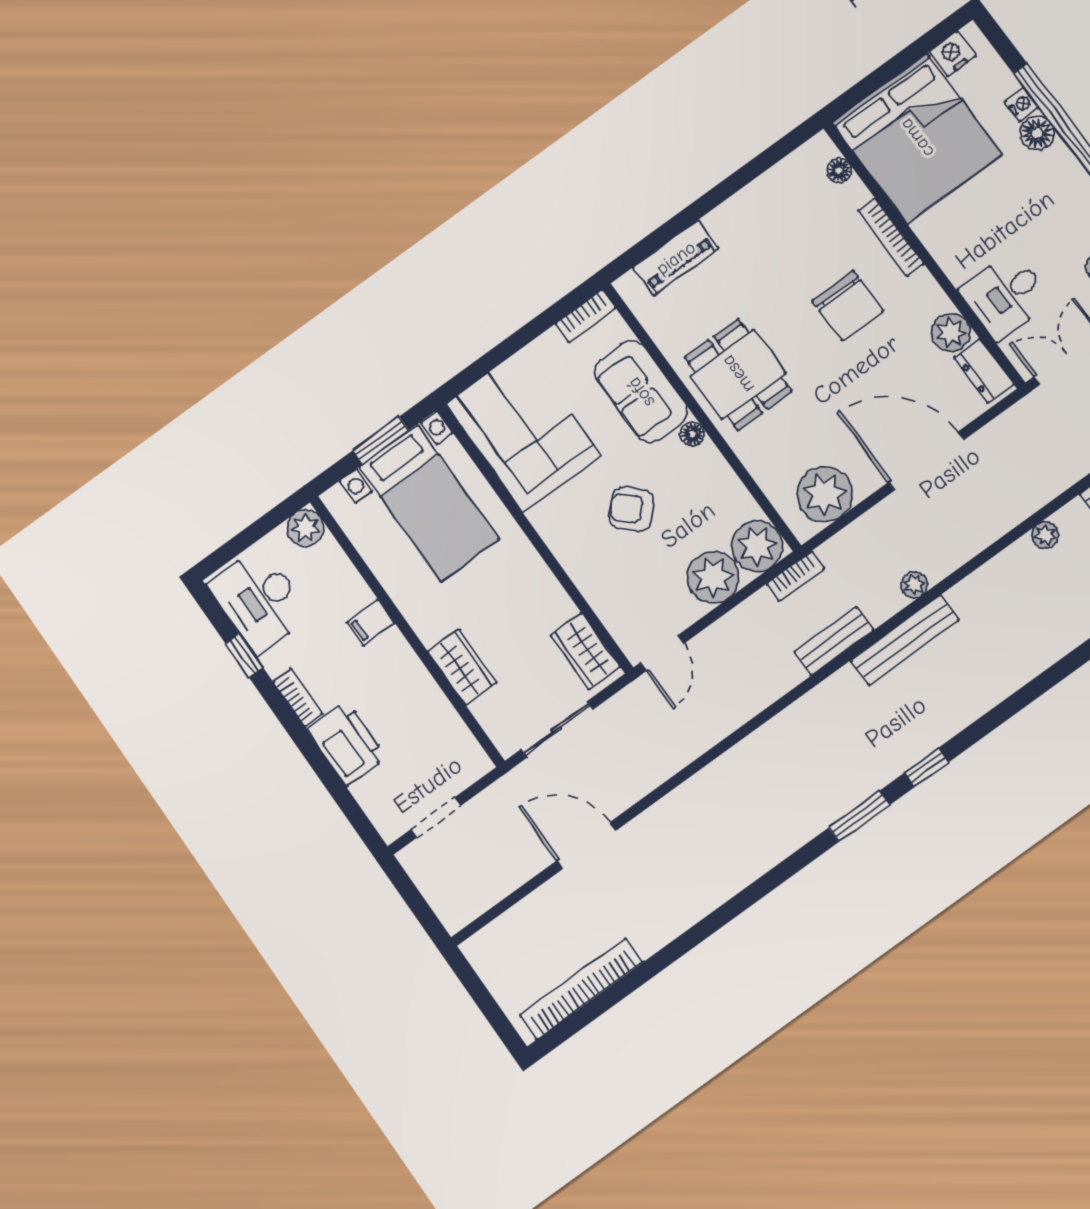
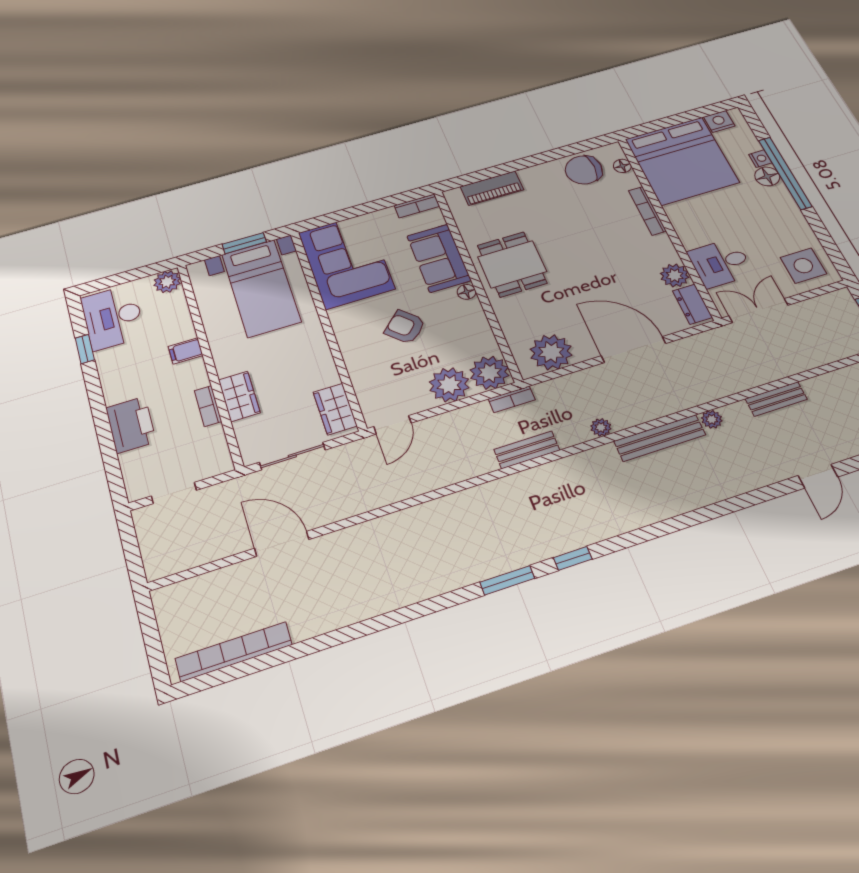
chair: (848, 306) -> (584, 170), moved, turned 90
bench: (905, 640) -> (660, 438), moved
bookcase: (298, 698) -> (208, 406), moved, turned 180

